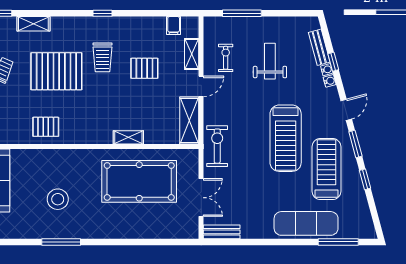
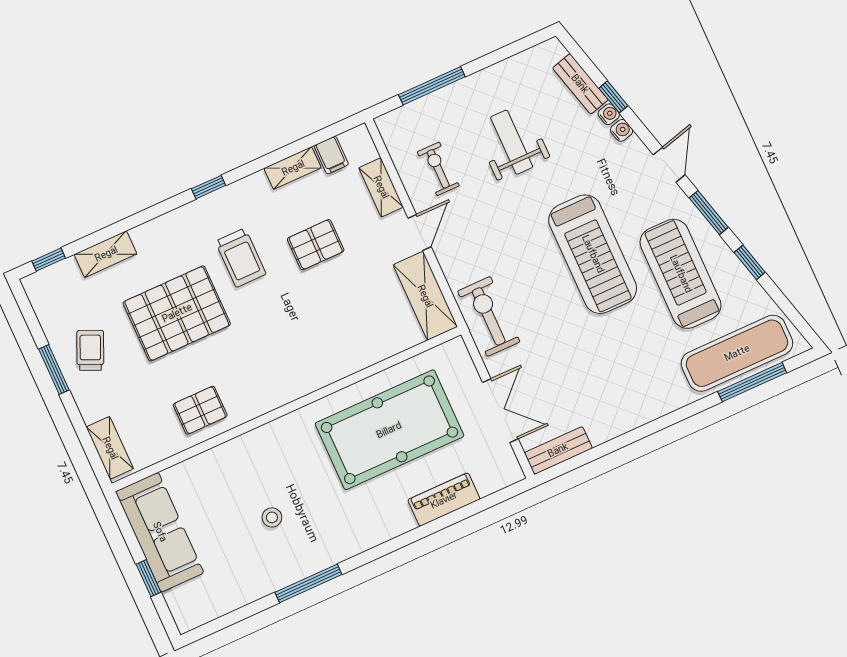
shelving: (128, 137) -> (293, 168), moved
stool: (58, 199) -> (272, 517), width x0.53, depth x0.53
exercise mat: (306, 223) -> (737, 353), moved
piano: (151, 230) -> (444, 500), added

